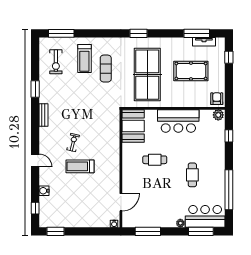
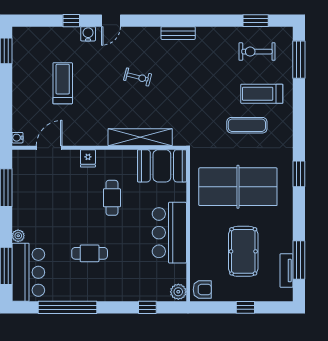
window: (229, 57) -> (245, 307), moved
window: (35, 89) -> (256, 21), moved
shelving: (114, 141) -> (140, 137), added
treadmill: (80, 166) -> (63, 83), moved
fridge: (128, 176) -> (88, 158), added
water cooler: (44, 191) -> (88, 34), moved
door: (121, 202) -> (49, 148), swing flipped
window: (35, 208) -> (71, 21), moved

